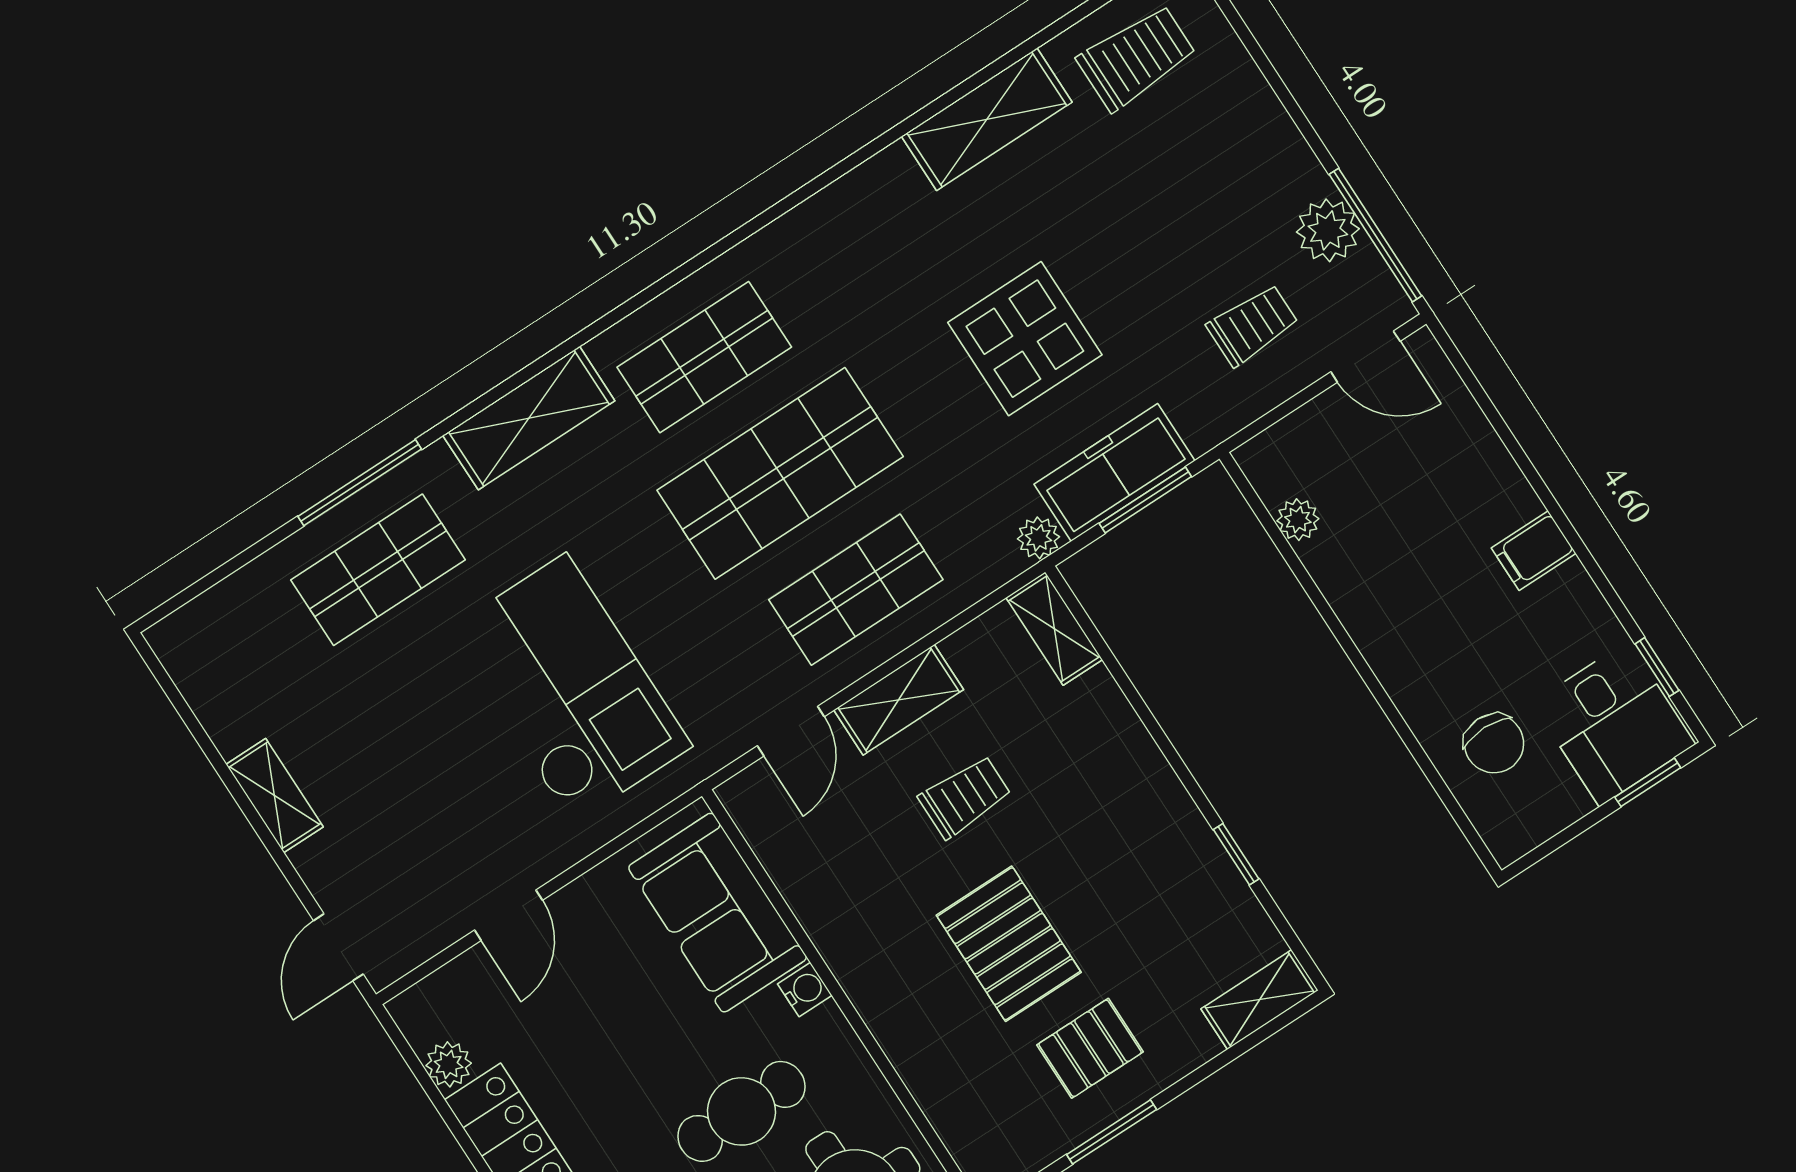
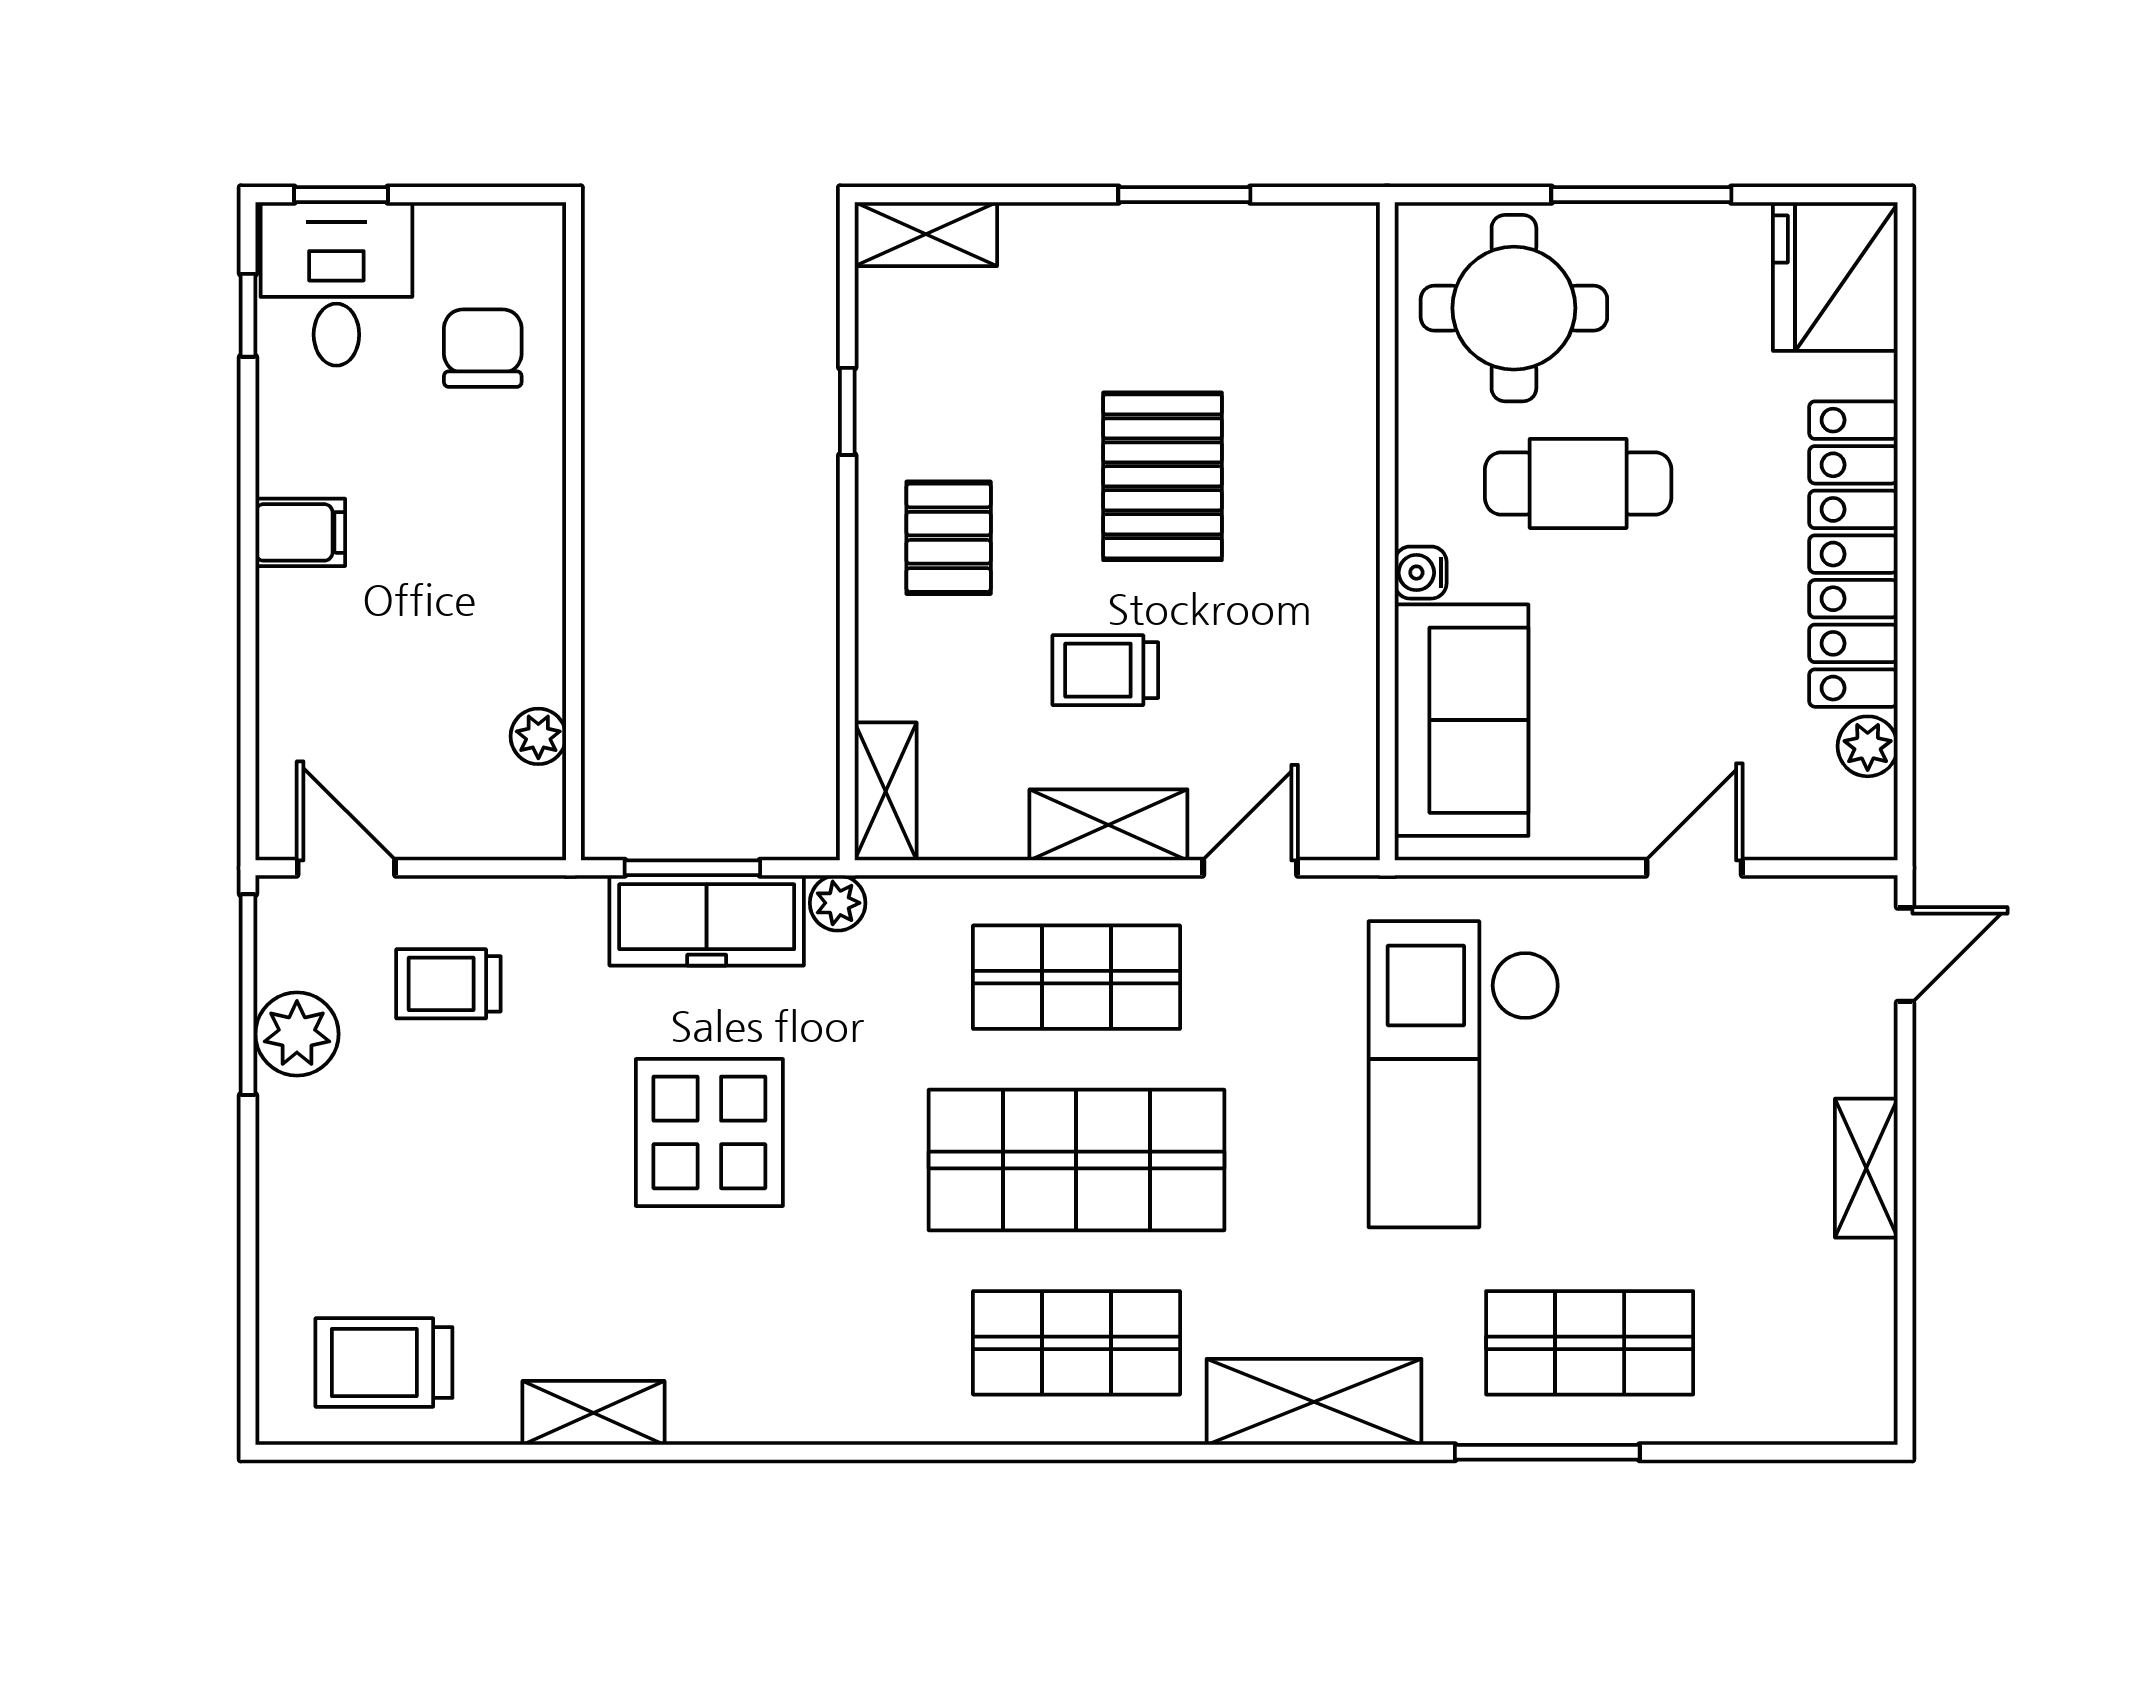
shelving: (987, 119) -> (594, 1413), width x0.67, depth x0.75
pallet: (1090, 1048) -> (949, 538), moved, turned 90

